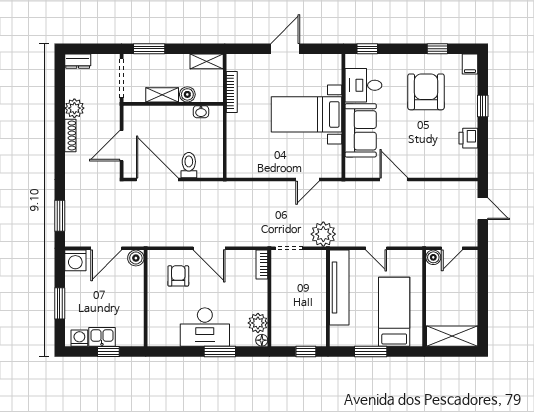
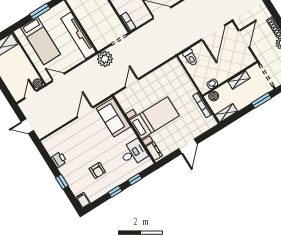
window: (367, 49) -> (135, 179), moved
window: (437, 49) -> (115, 192), moved
dresser: (334, 70) -> (154, 151), added
armchair: (426, 92) -> (97, 170), width x0.53, depth x0.53
boiler: (187, 94) -> (214, 96), moved
sofa: (361, 130) -> (113, 117), moved
toilet: (189, 165) -> (190, 58), moved
door: (157, 179) -> (213, 33), hinge flipped
door: (394, 179) -> (85, 112), swing flipped
door: (376, 248) -> (58, 77), moved

